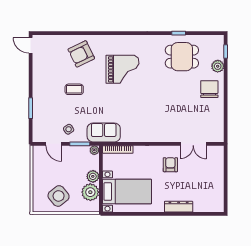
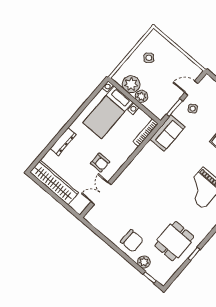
plant: (94, 150) -> (160, 115), removed
wardrobe: (216, 187) -> (54, 182), added
side table: (59, 196) -> (149, 58), width x0.54, depth x0.54

